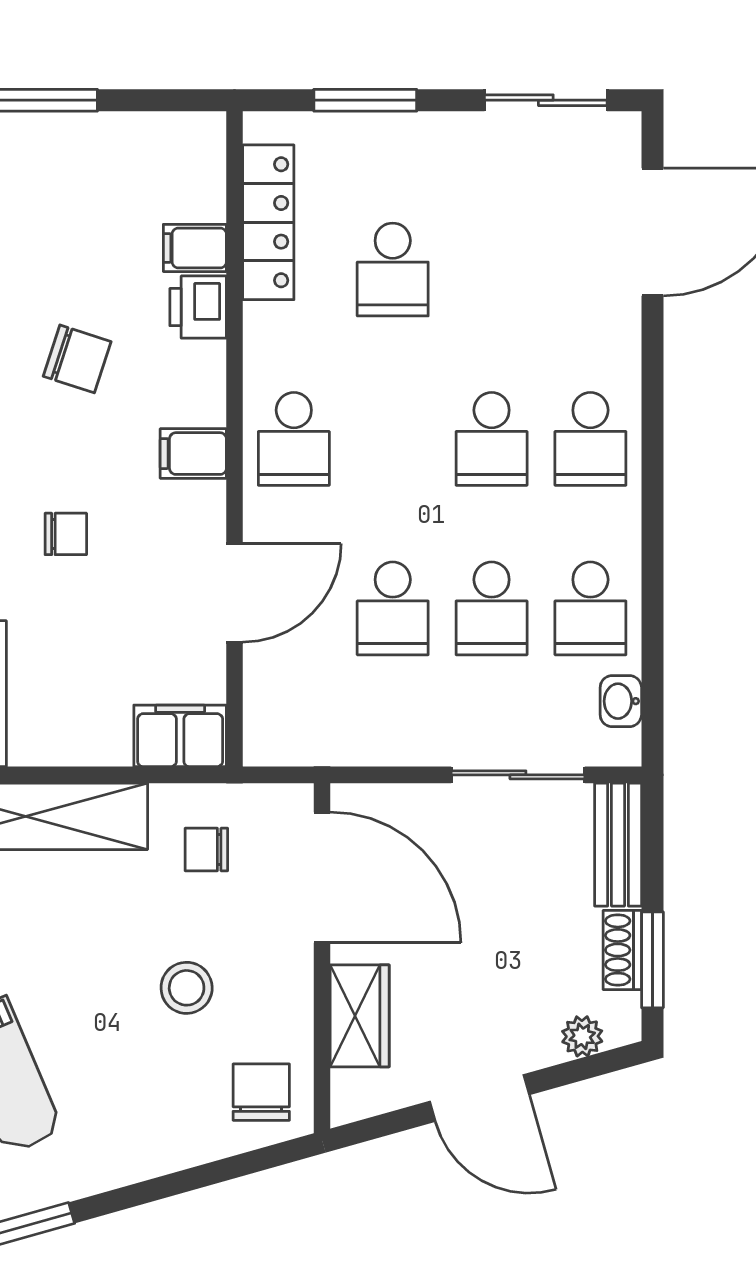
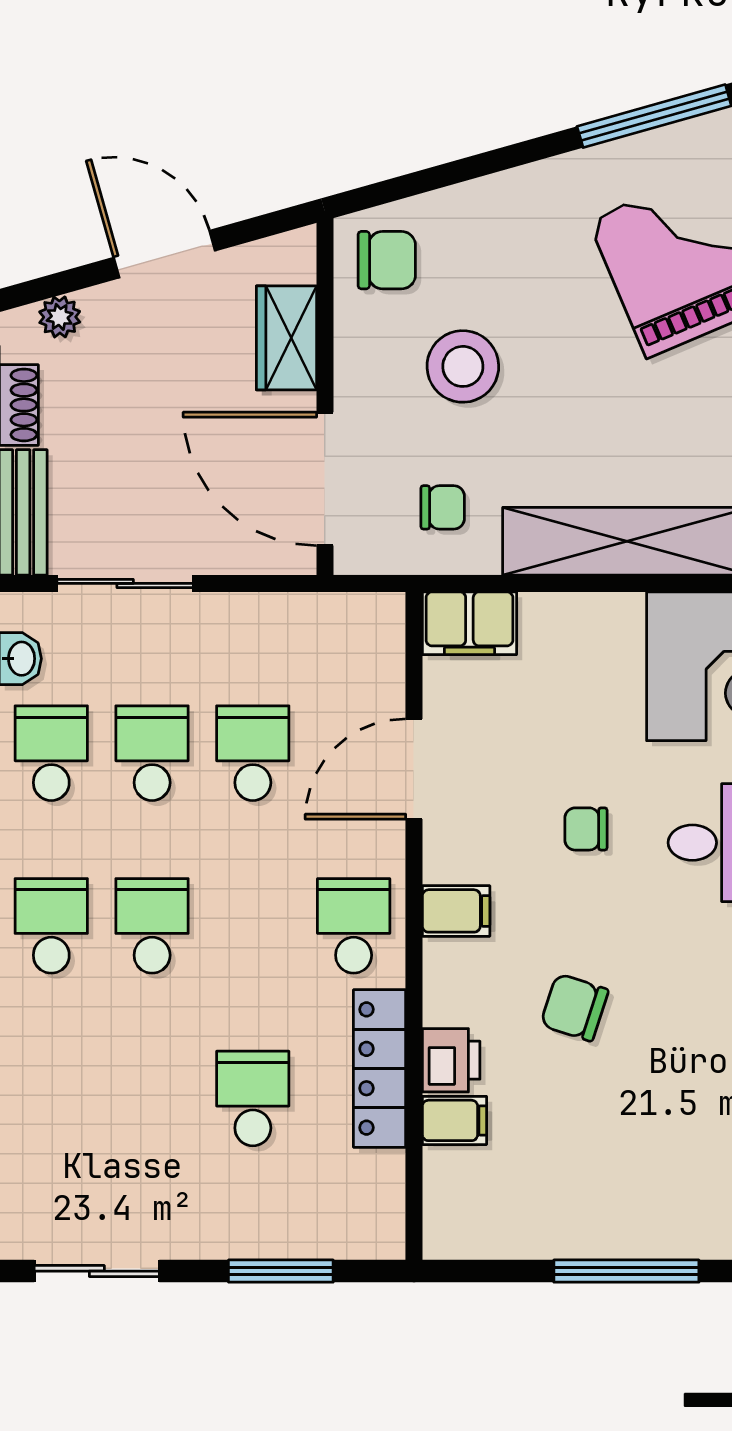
locker: (268, 222) -> (380, 1069), moved
stool: (187, 988) -> (463, 366), width x1.38, depth x1.38
chair: (261, 1092) -> (387, 260), turned -90

